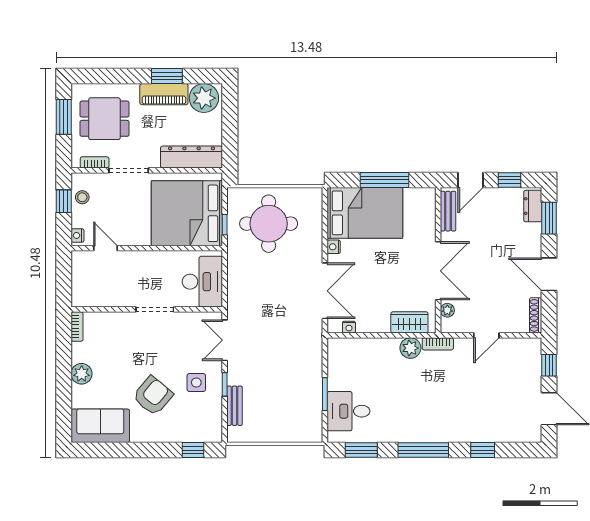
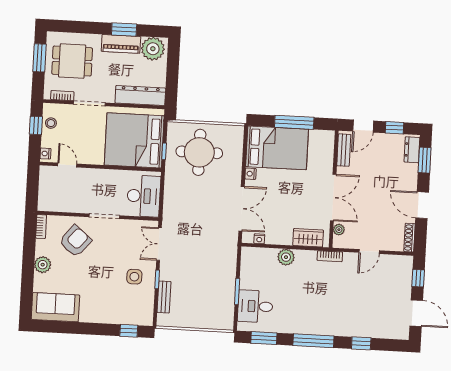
plant: (410, 348) -> (286, 257), moved
armchair: (153, 396) -> (75, 241), moved

